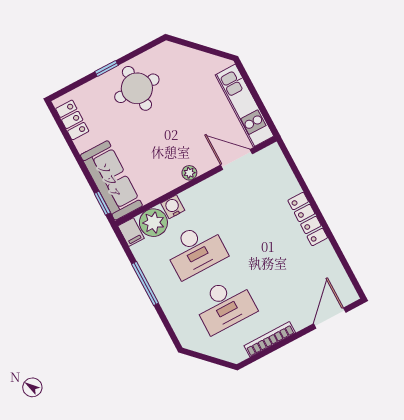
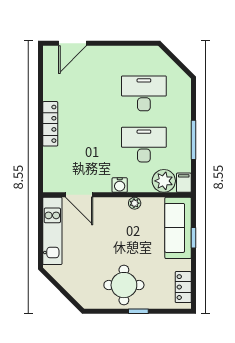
plant: (189, 173) -> (135, 203), moved
window: (102, 203) -> (194, 238), moved
water cooler: (173, 207) -> (120, 185), moved
bookcase: (270, 339) -> (124, 51), removed

